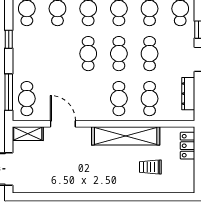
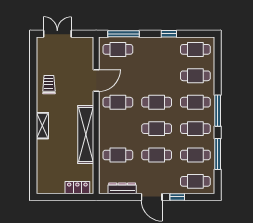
cafe table: (119, 99) -> (118, 102), moved
shelving: (28, 134) -> (42, 126), moved
trolley: (150, 167) -> (49, 85), moved

